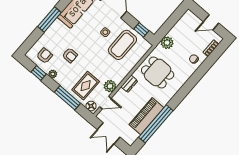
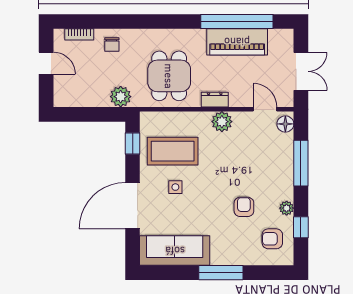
rug: (86, 86) -> (265, 153), removed
plant: (110, 86) -> (222, 122), moved

